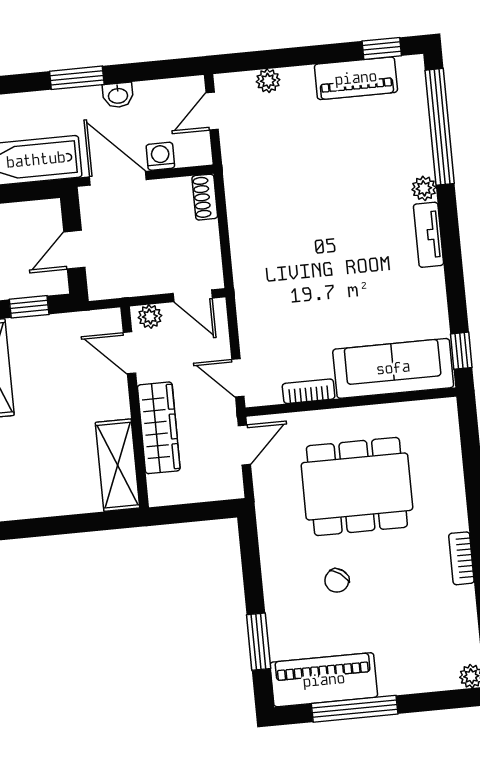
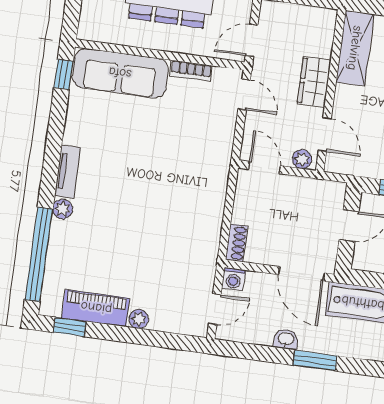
plant: (268, 81) -> (139, 319), moved
washing machine: (160, 156) -> (233, 279), moved
wardrobe: (159, 428) -> (314, 82), width x0.67

